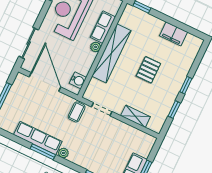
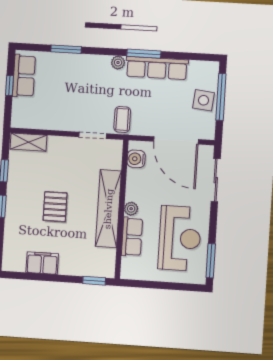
side table: (15, 102) -> (203, 100), added
shelving: (135, 116) -> (29, 142), moved

